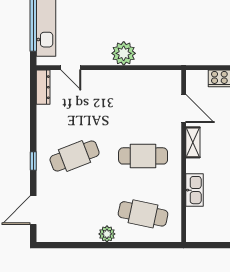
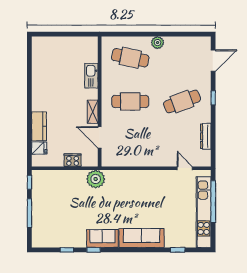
plant: (124, 53) -> (96, 179), moved
dresser: (43, 87) -> (206, 136), moved

